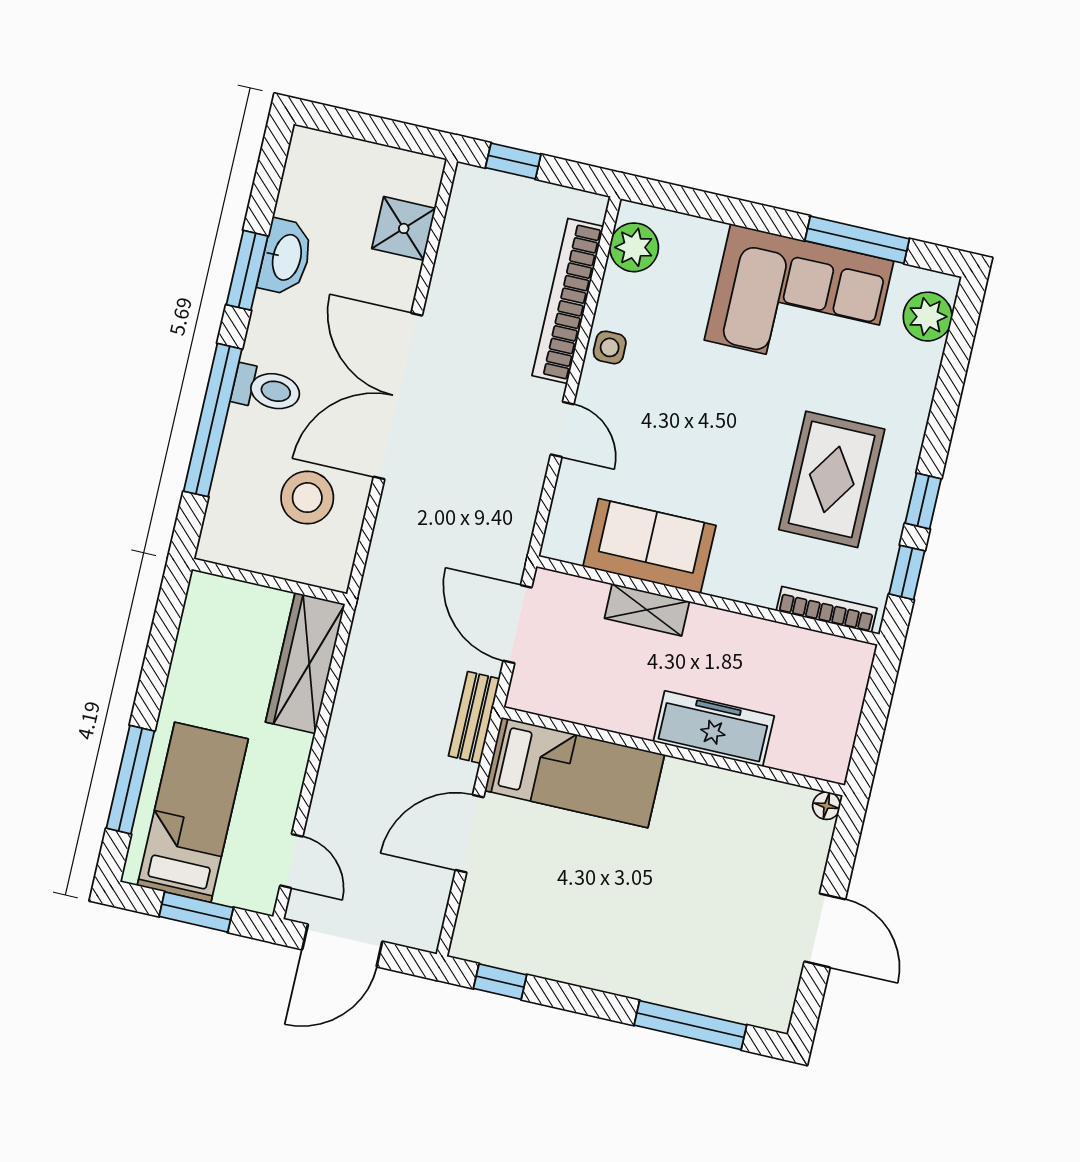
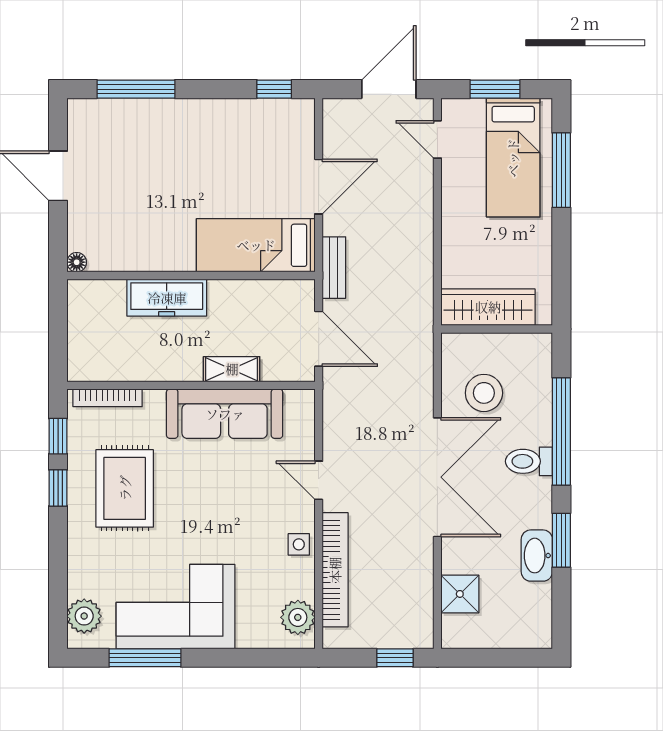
sofa: (649, 546) -> (225, 414), width x1.36
wardrobe: (305, 663) -> (488, 307), moved, turned -90

